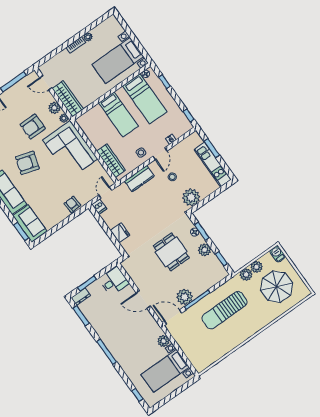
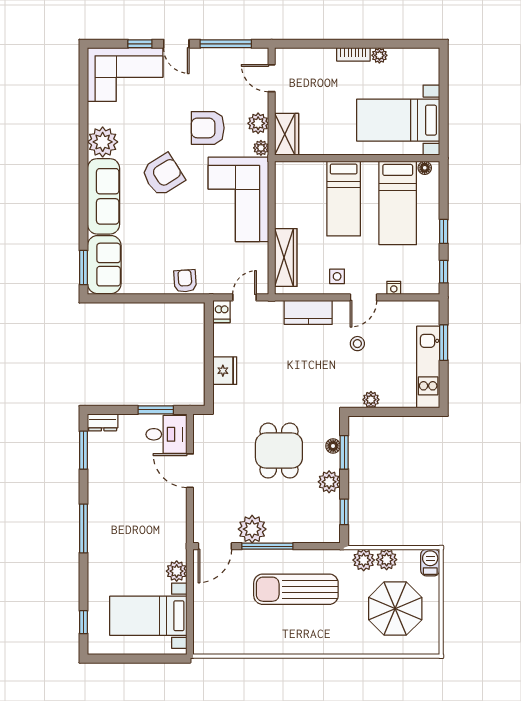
window: (164, 82) -> (444, 231), moved
wardrobe: (68, 99) -> (287, 134), width x0.67
armchair: (27, 163) -> (163, 175), turned 131
plant: (191, 197) -> (371, 400), width x0.53, depth x0.53
window: (87, 283) -> (156, 410), moved
door: (143, 299) -> (190, 471), moved
door: (173, 317) -> (215, 546), swing flipped

